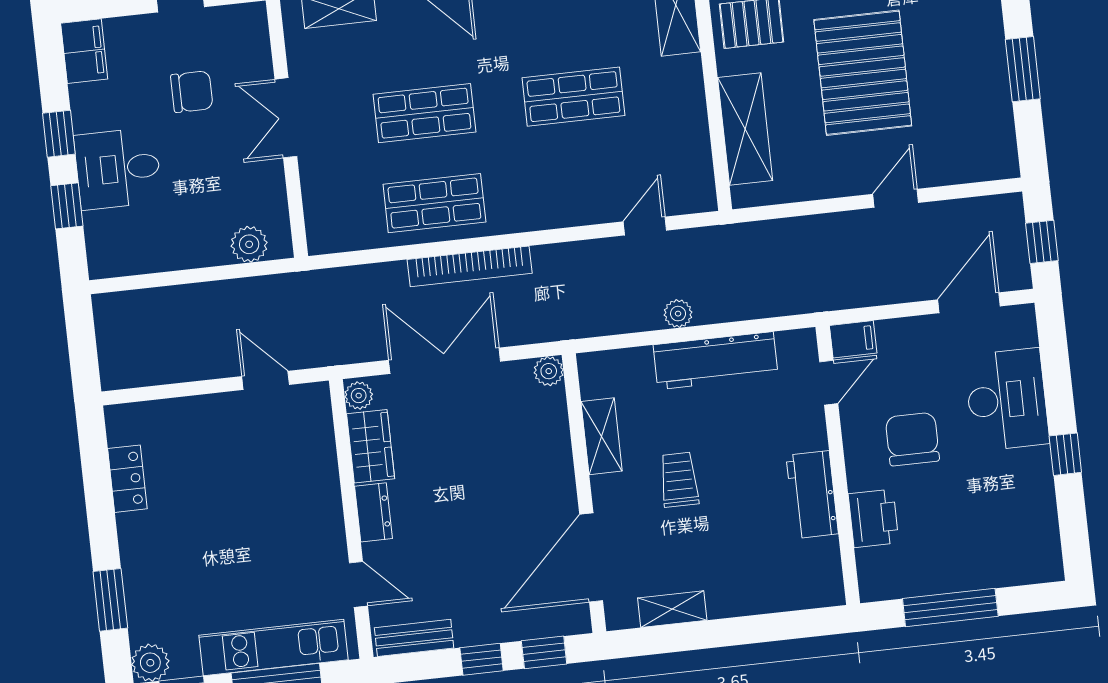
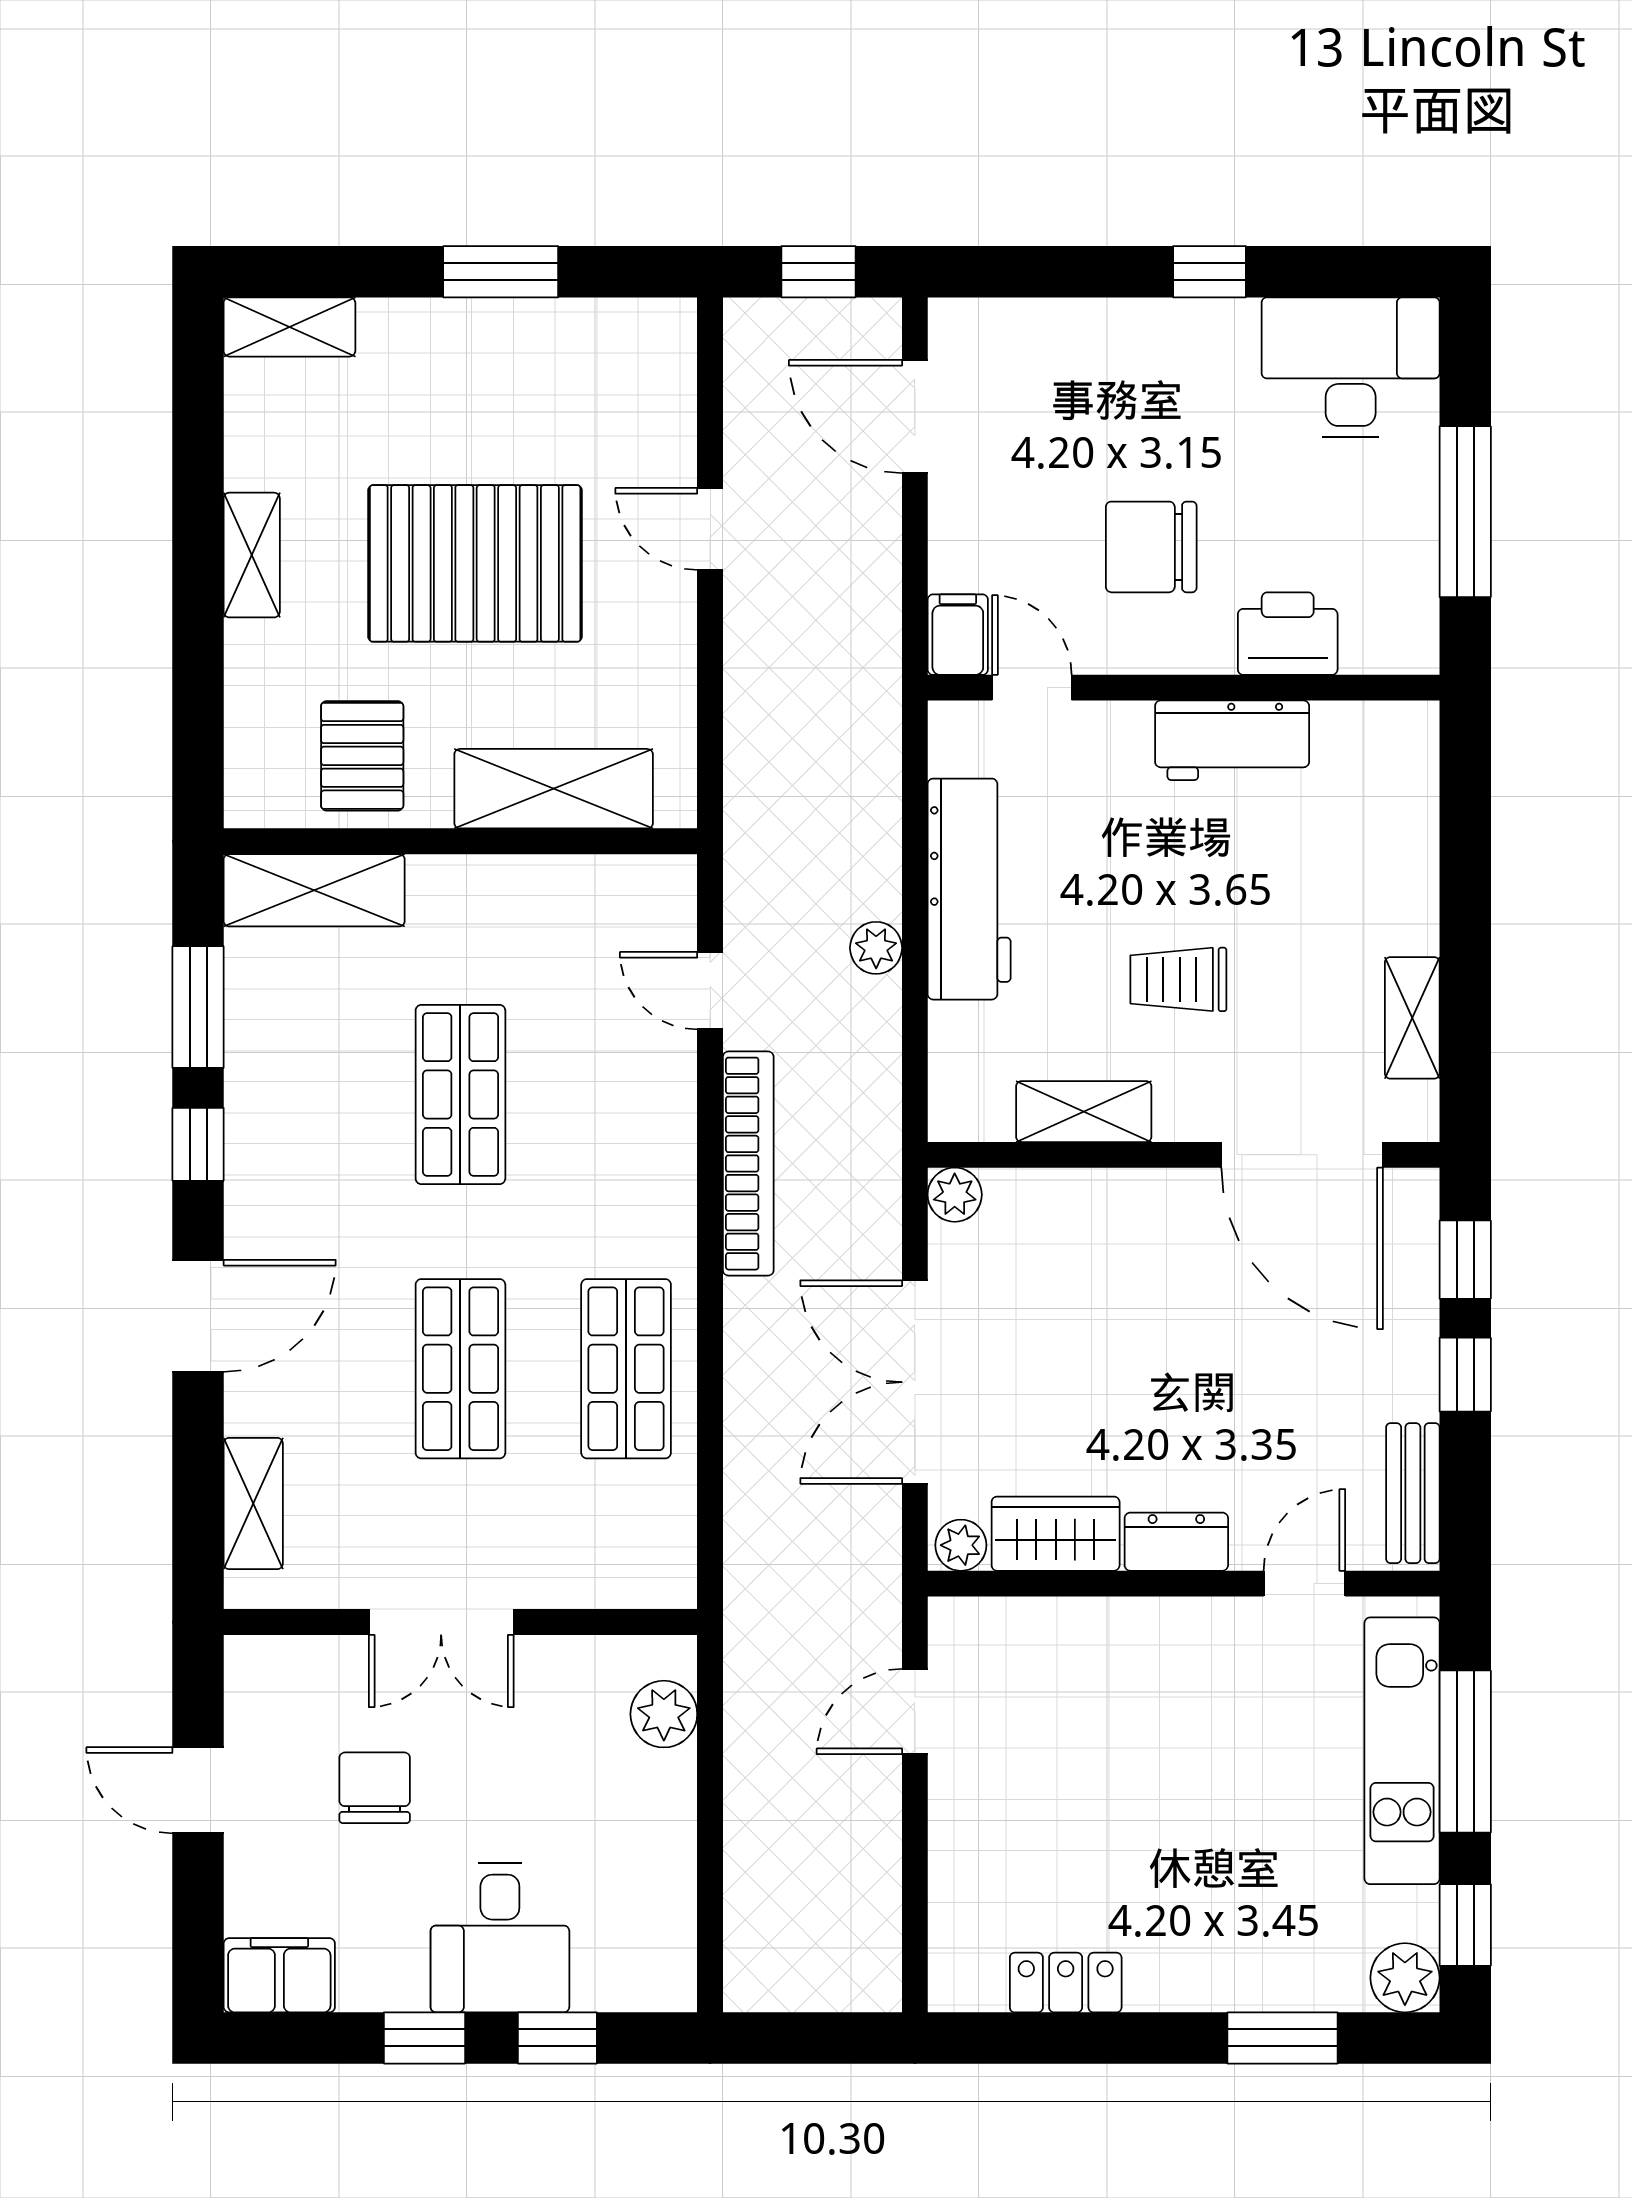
bookcase: (470, 266) -> (748, 1164), moved
desk: (1007, 400) -> (1351, 367), moved

